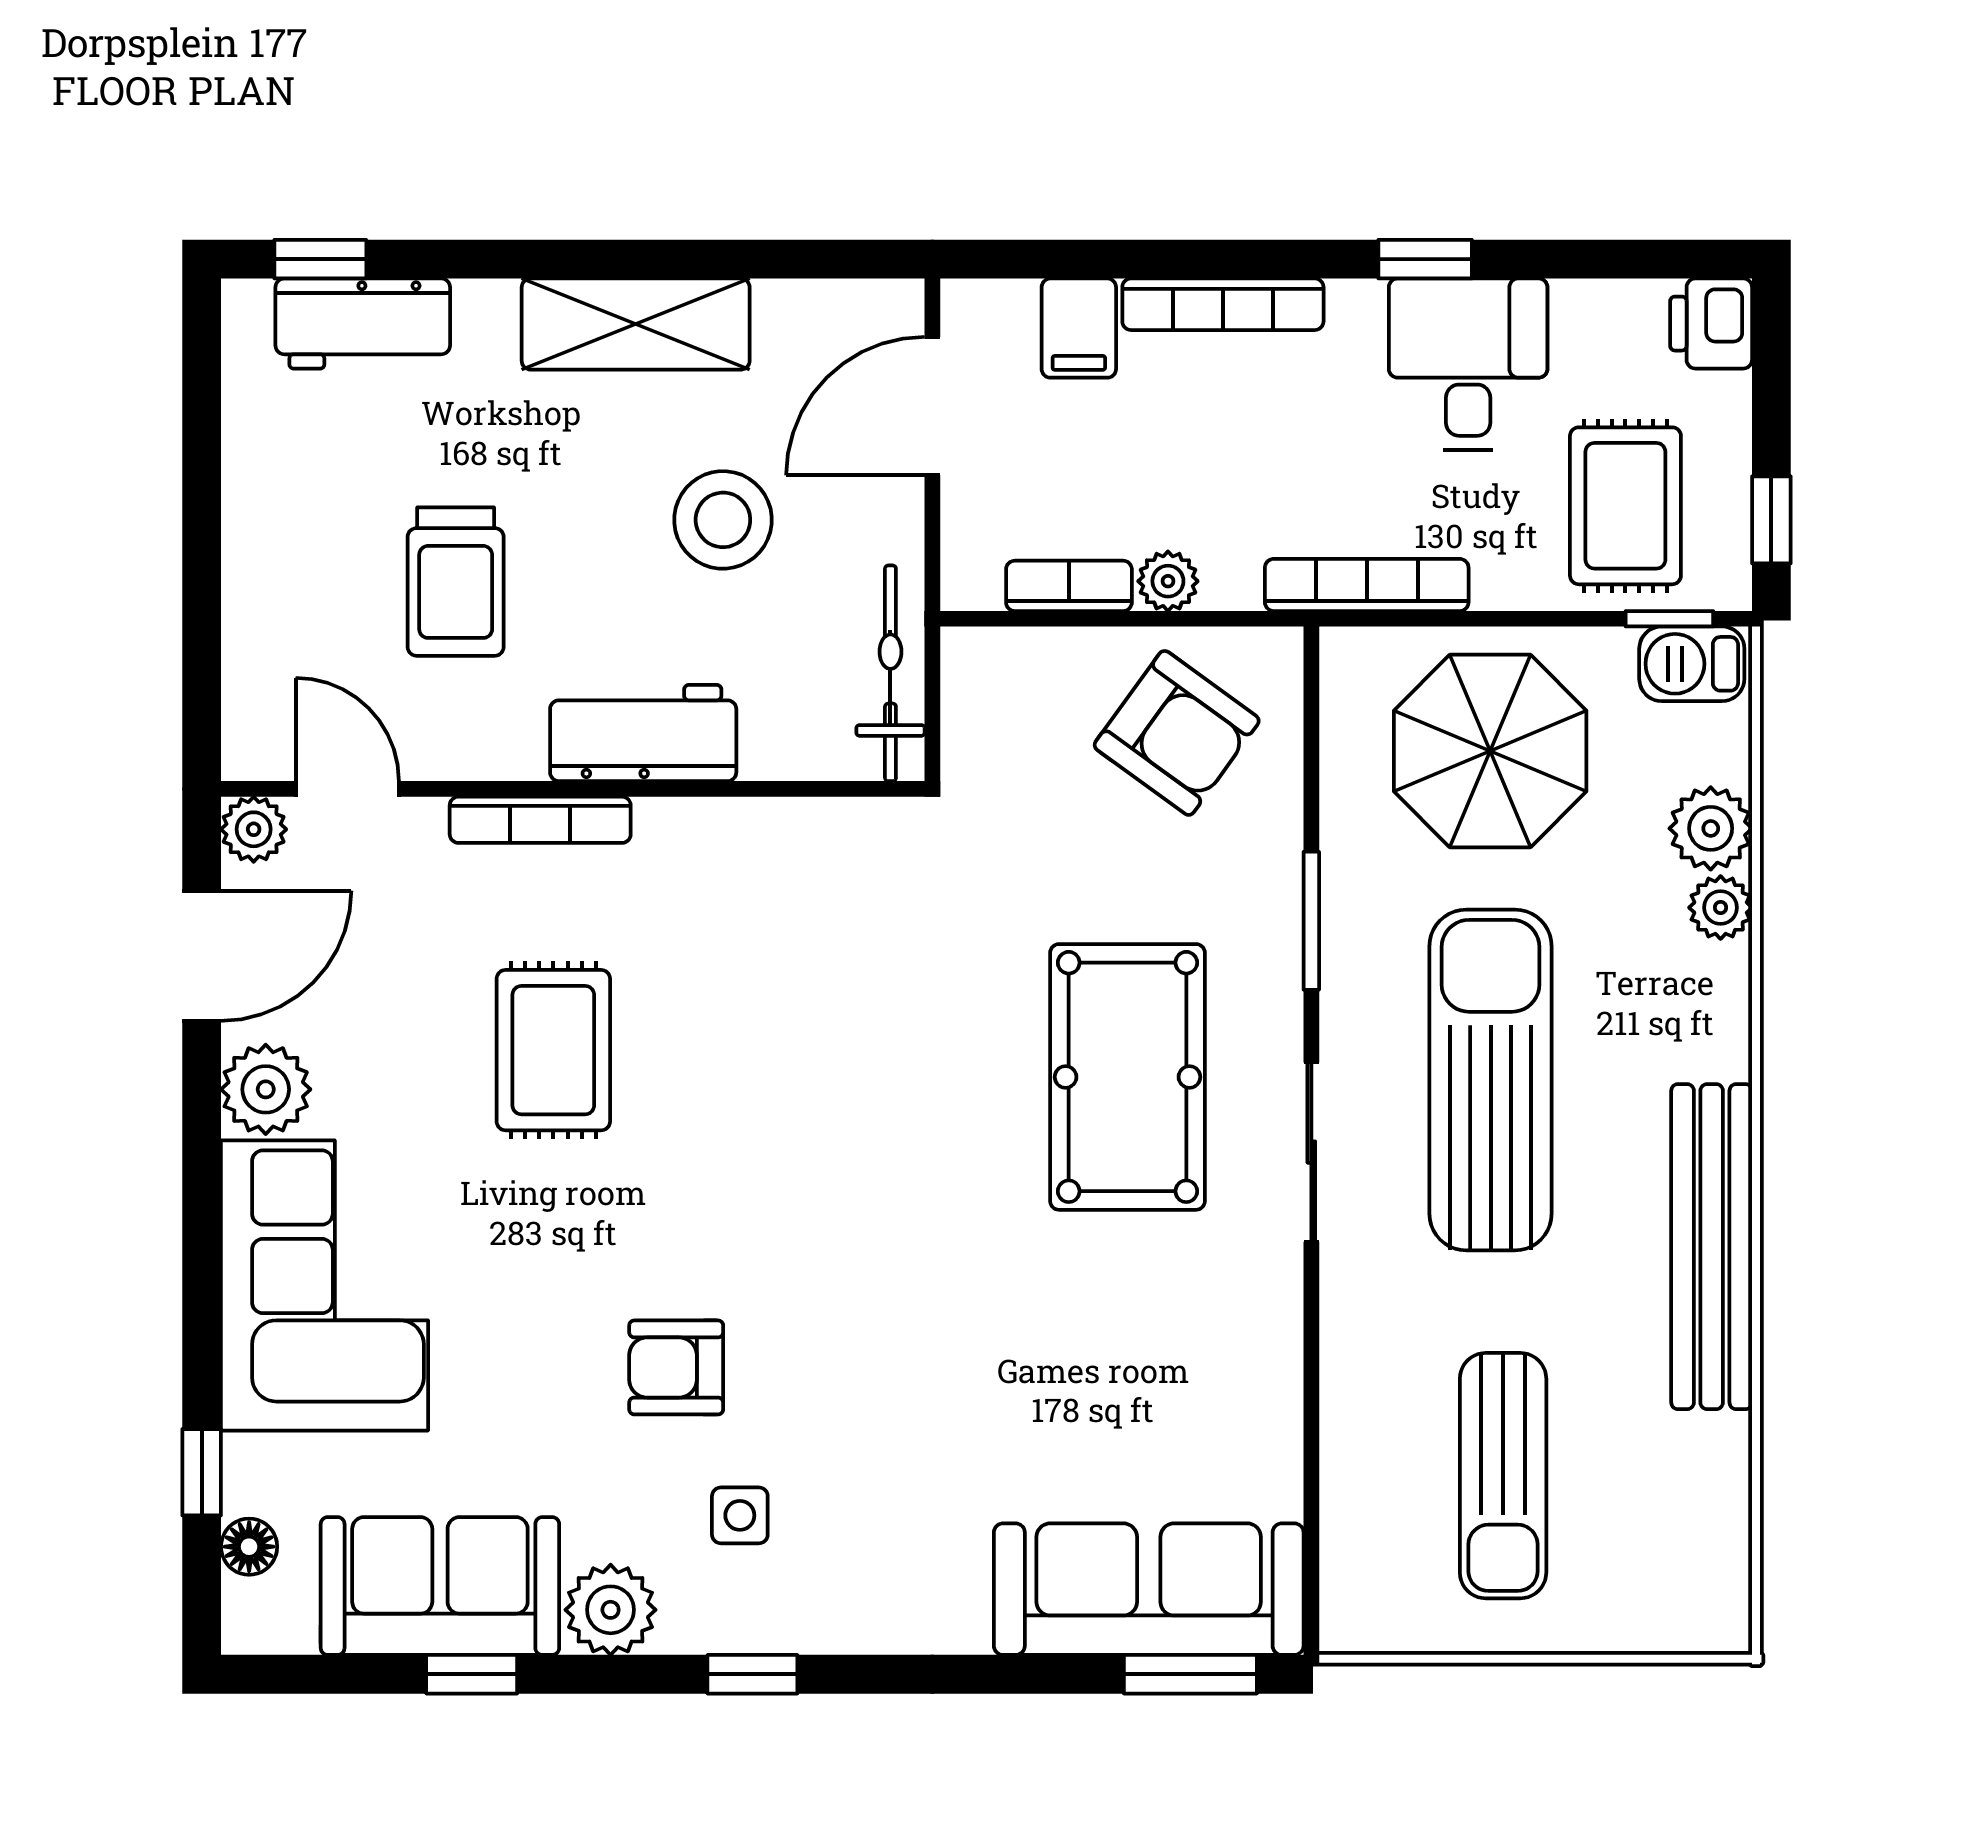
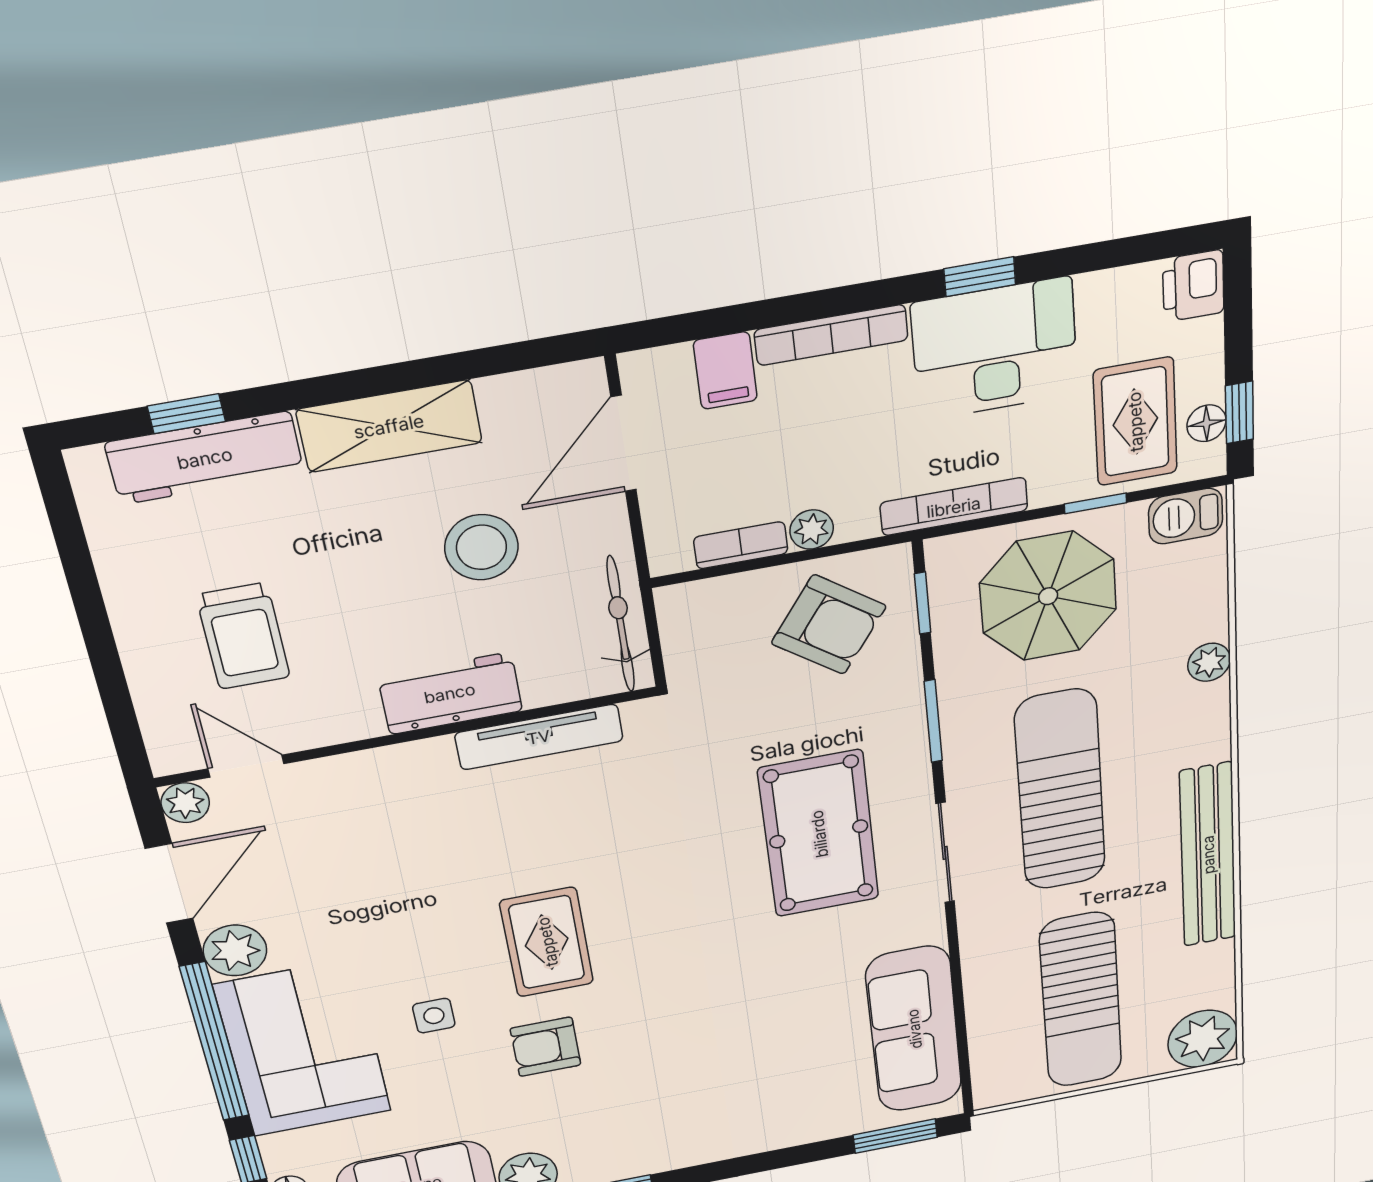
window: (320, 259) -> (186, 414), moved
workbench: (363, 324) -> (205, 458), width x1.37
desk: (1468, 364) -> (995, 349), width x1.37
floor lamp: (1725, 527) -> (1206, 423), added
trolley: (456, 582) -> (243, 636), moved
window: (1669, 619) -> (1095, 503), moved
window: (1311, 726) -> (923, 603), added
bookcase: (540, 820) -> (388, 760), removed
tv unit: (752, 828) -> (539, 737), added
plant: (1711, 828) -> (1203, 1039), moved, width x1.36, depth x1.36
rug: (553, 1050) -> (547, 942), moved
window: (202, 1243) -> (215, 1042), added
sun lounger: (1503, 1476) -> (1081, 1000), width x1.36, depth x1.34
side table: (740, 1515) -> (434, 1016), moved
sofa: (1149, 1589) -> (914, 1029), moved, turned -90

